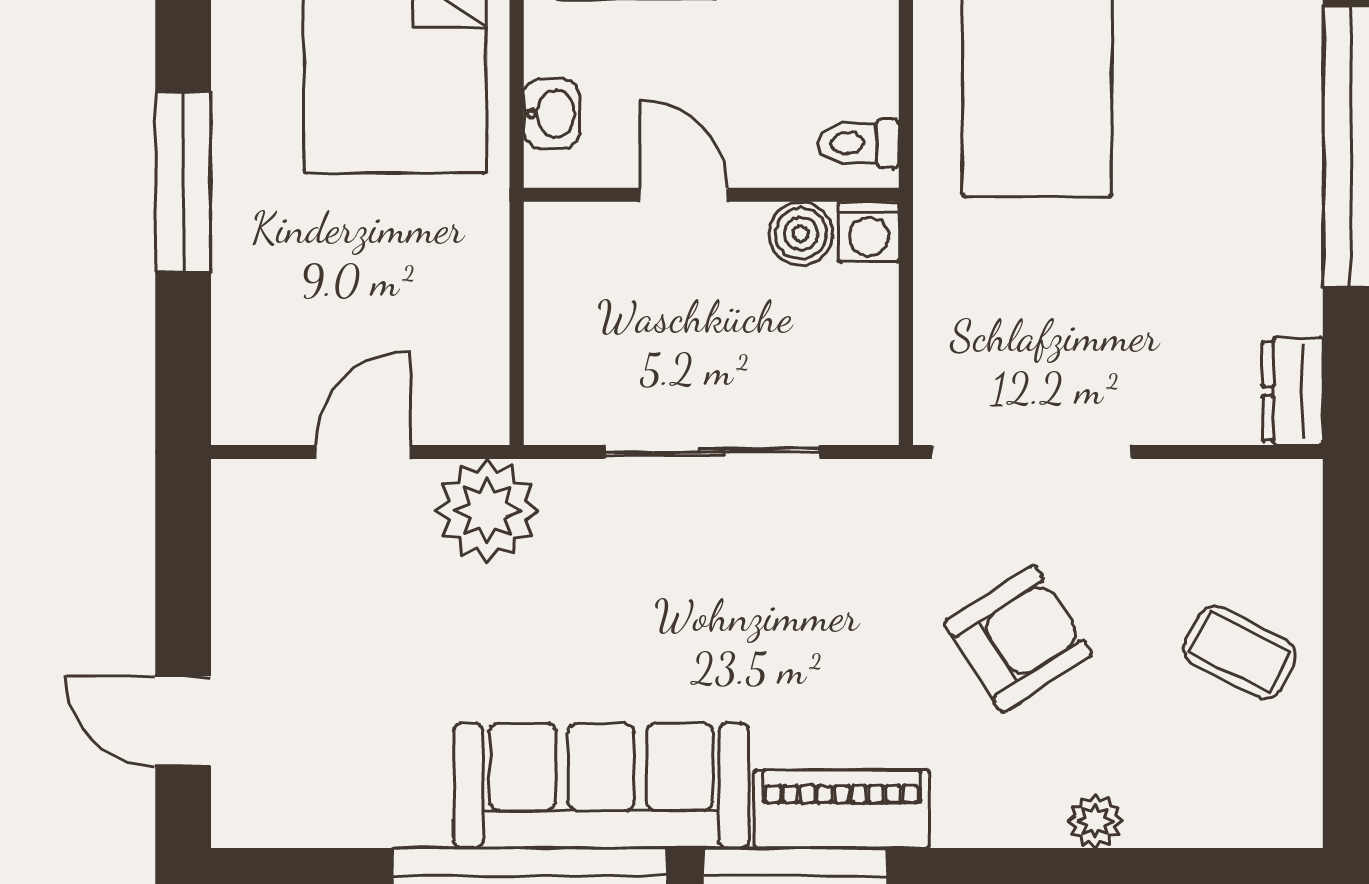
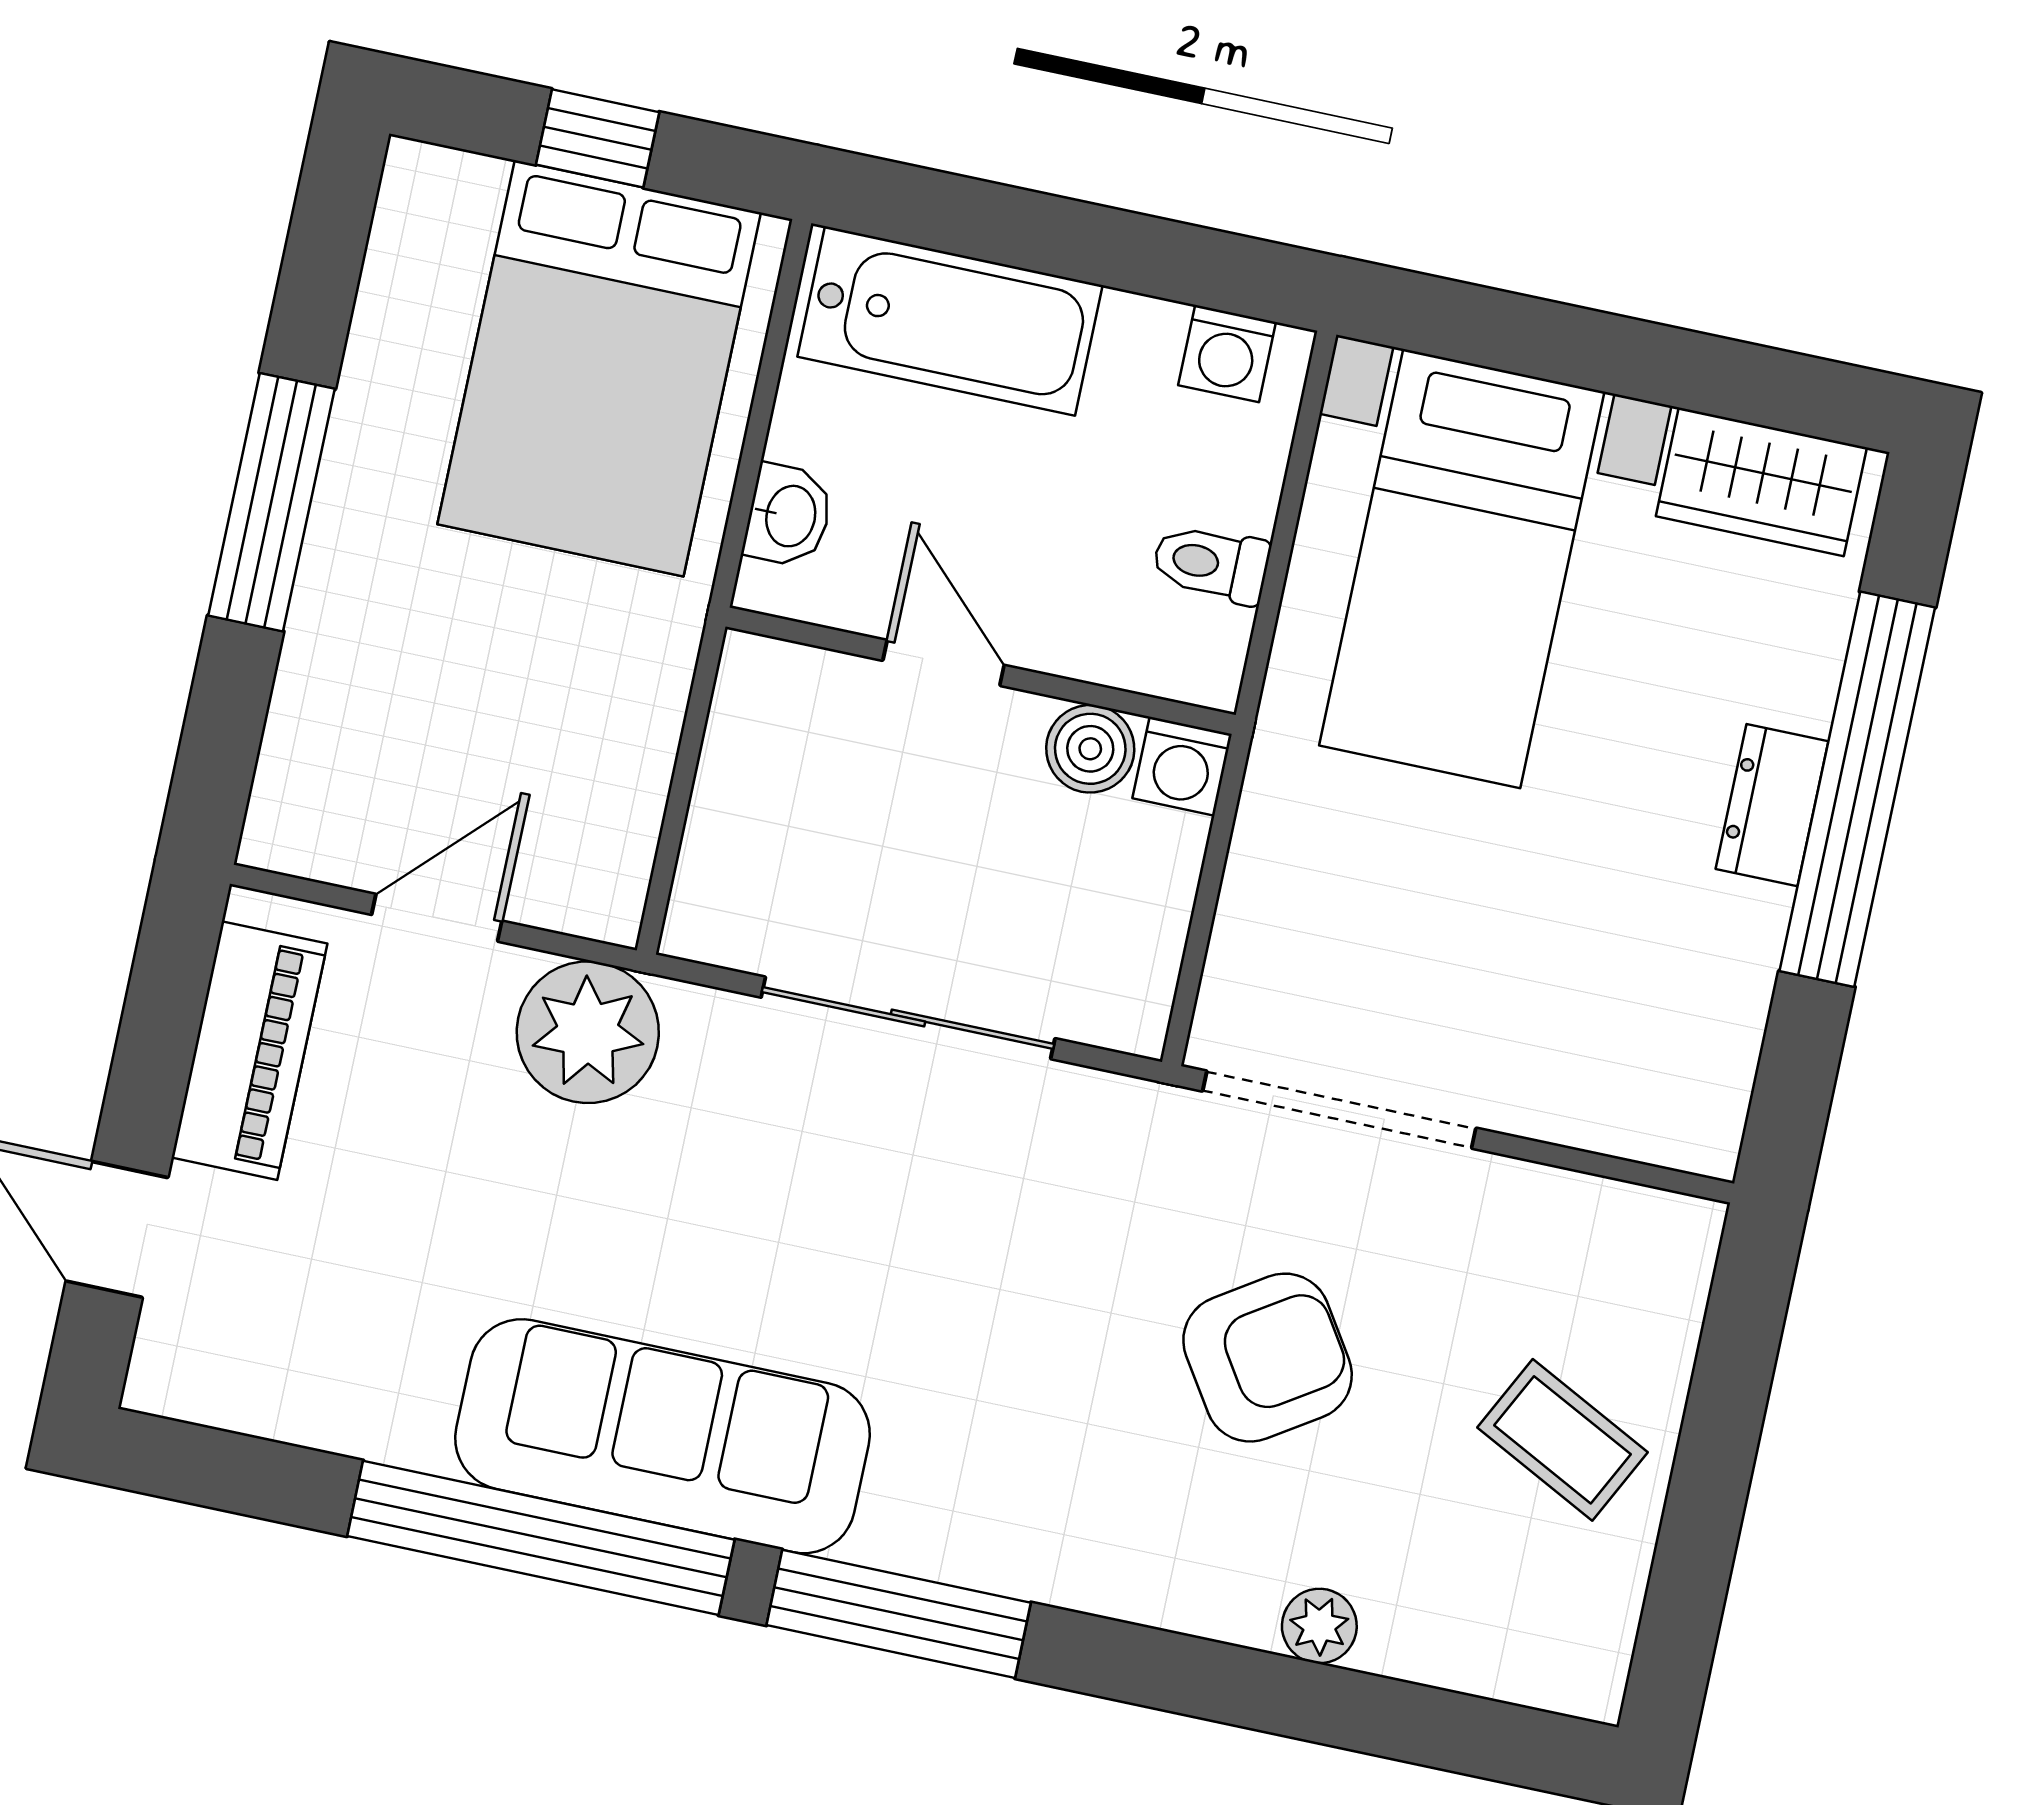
toilet: (859, 143) -> (1211, 564), moved
dresser: (1293, 391) -> (1772, 805), moved
piano: (842, 809) -> (249, 1051), moved, turned 90

